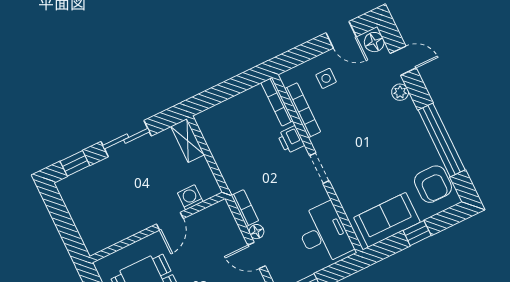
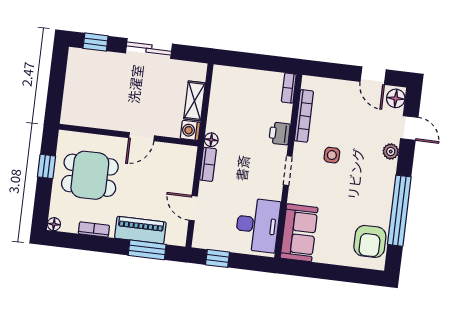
side table: (326, 78) -> (332, 155), moved
bookcase: (277, 102) -> (289, 88), width x0.64
shelving: (188, 141) -> (195, 101), moved
washing machine: (190, 197) -> (190, 130), moved, turned -90
sofa: (387, 220) -> (299, 233), moved, turned 90
floor lamp: (257, 232) -> (211, 140), moved
window: (417, 233) -> (332, 272), removed

